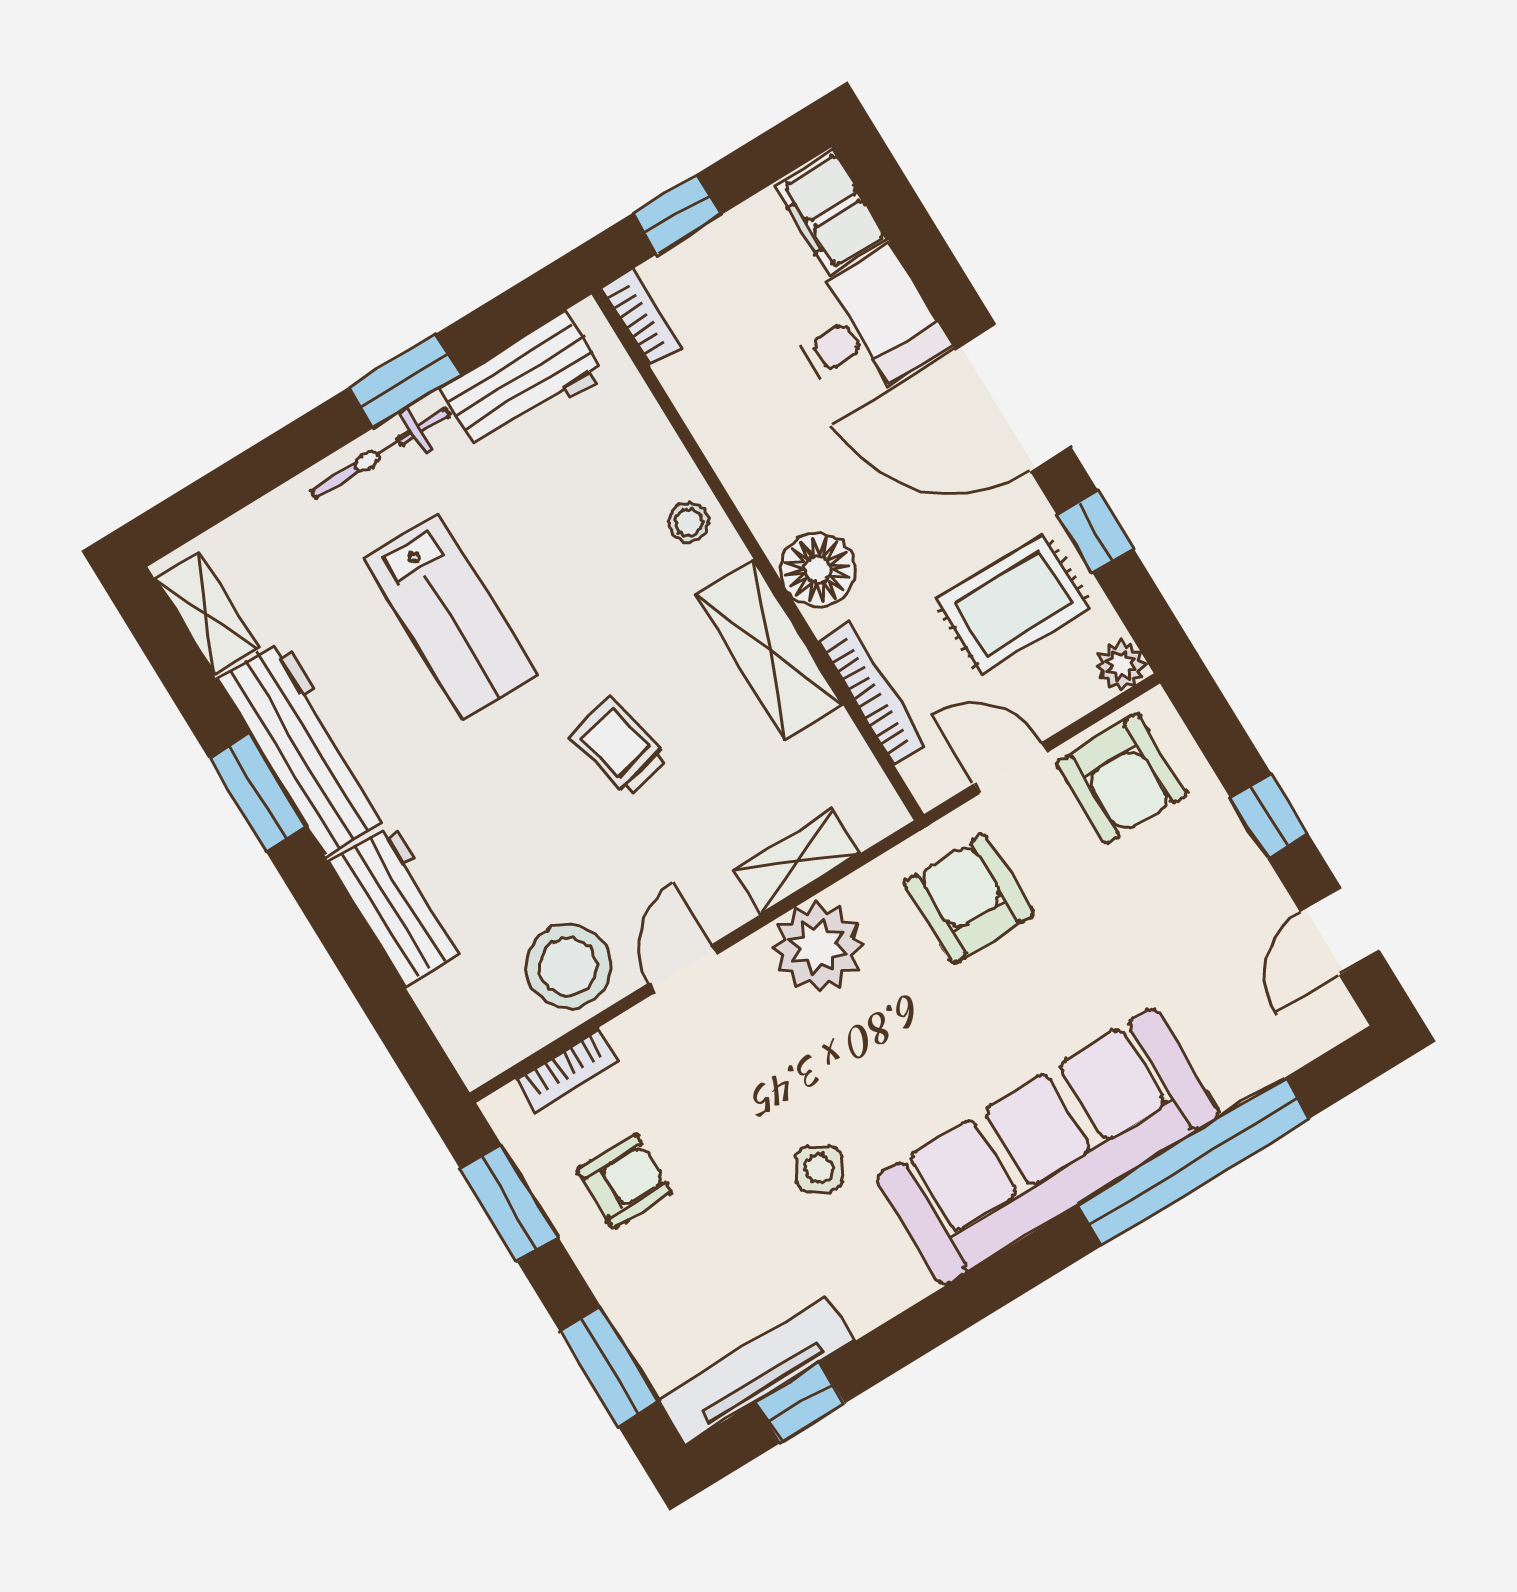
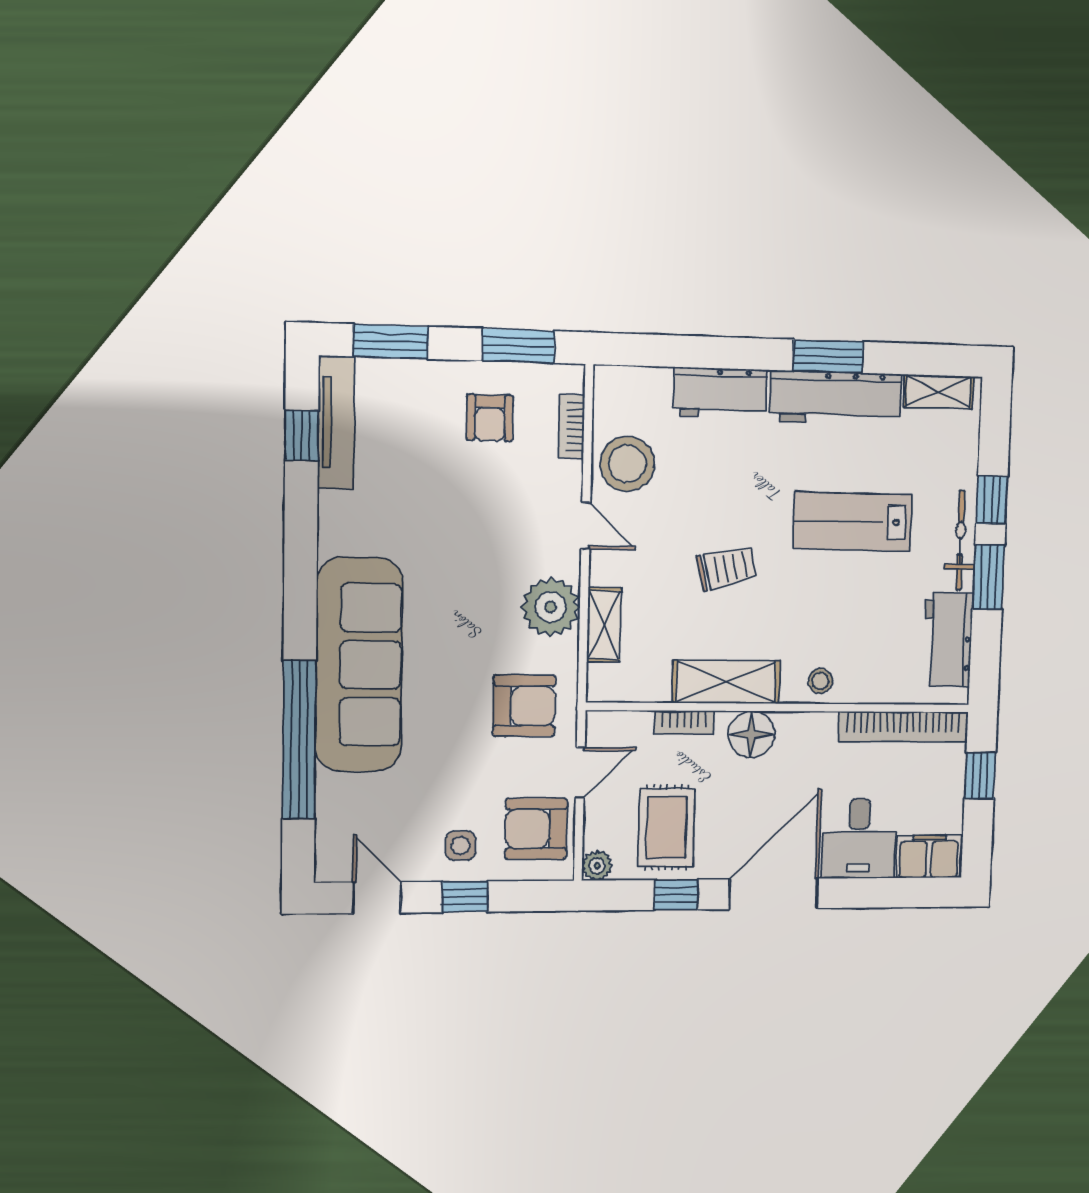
bookcase: (641, 318) -> (903, 727), width x2.31, depth x1.31
window: (300, 445) -> (992, 500), added
bookcase: (872, 694) -> (684, 722), width x0.64
side table: (819, 1169) -> (461, 846), moved, turned -31

